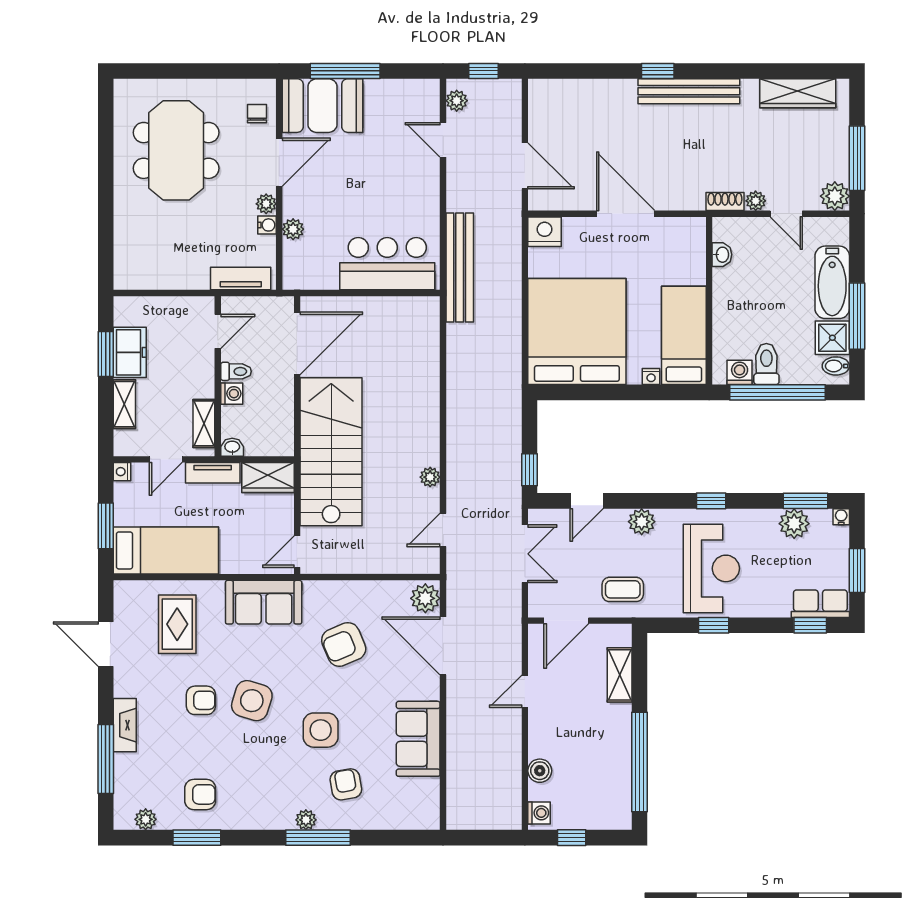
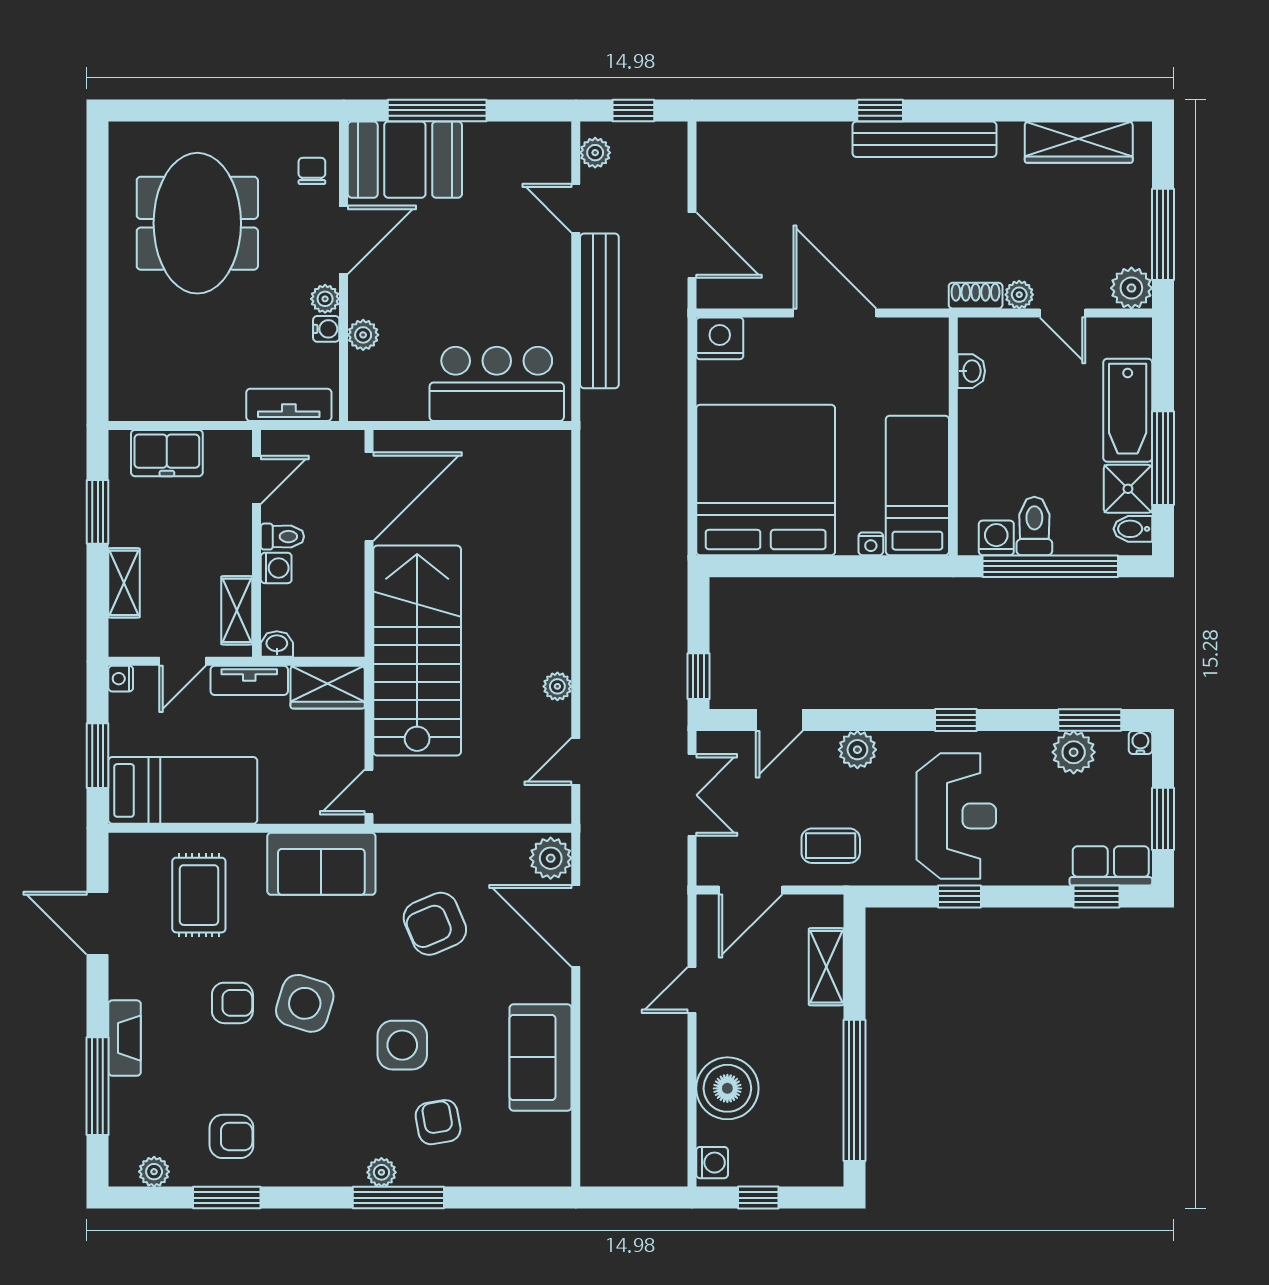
bench: (460, 268) -> (599, 311), moved
freezer: (130, 352) -> (167, 453), moved, turned 90
boiler: (540, 771) -> (727, 1088), width x1.86, depth x1.86

